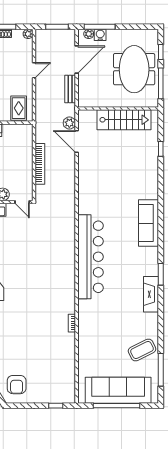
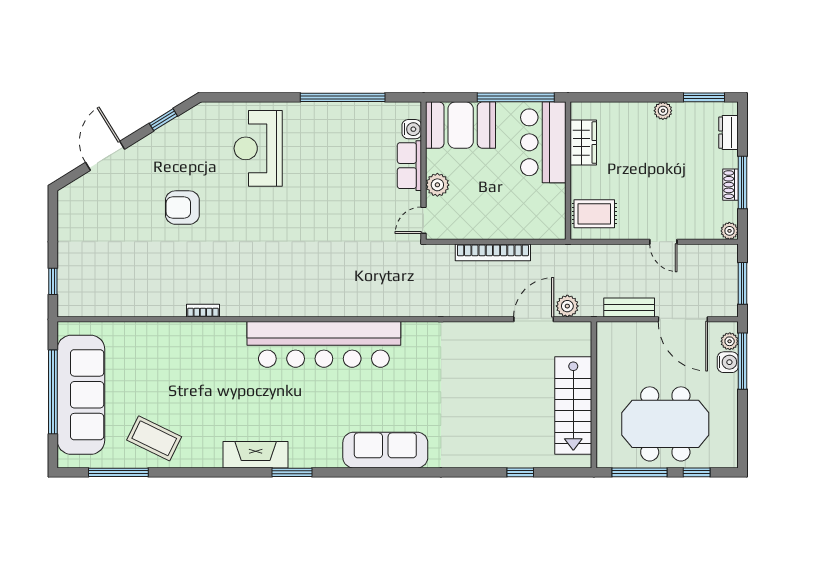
coffee table: (142, 350) -> (154, 438), turned -38
armchair: (17, 385) -> (182, 208), moved

